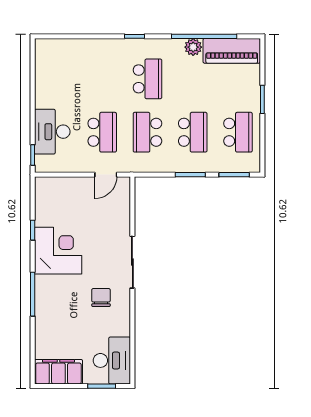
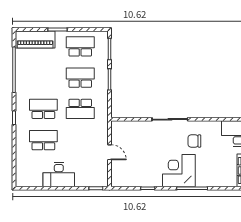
plant: (193, 47) -> (21, 77), removed
piano: (232, 51) -> (35, 39), moved, turned 90
desk: (52, 132) -> (59, 175), moved
school desk: (102, 132) -> (43, 140), moved
door: (106, 175) -> (110, 152), moved
corner desk: (58, 251) -> (179, 171), moved

